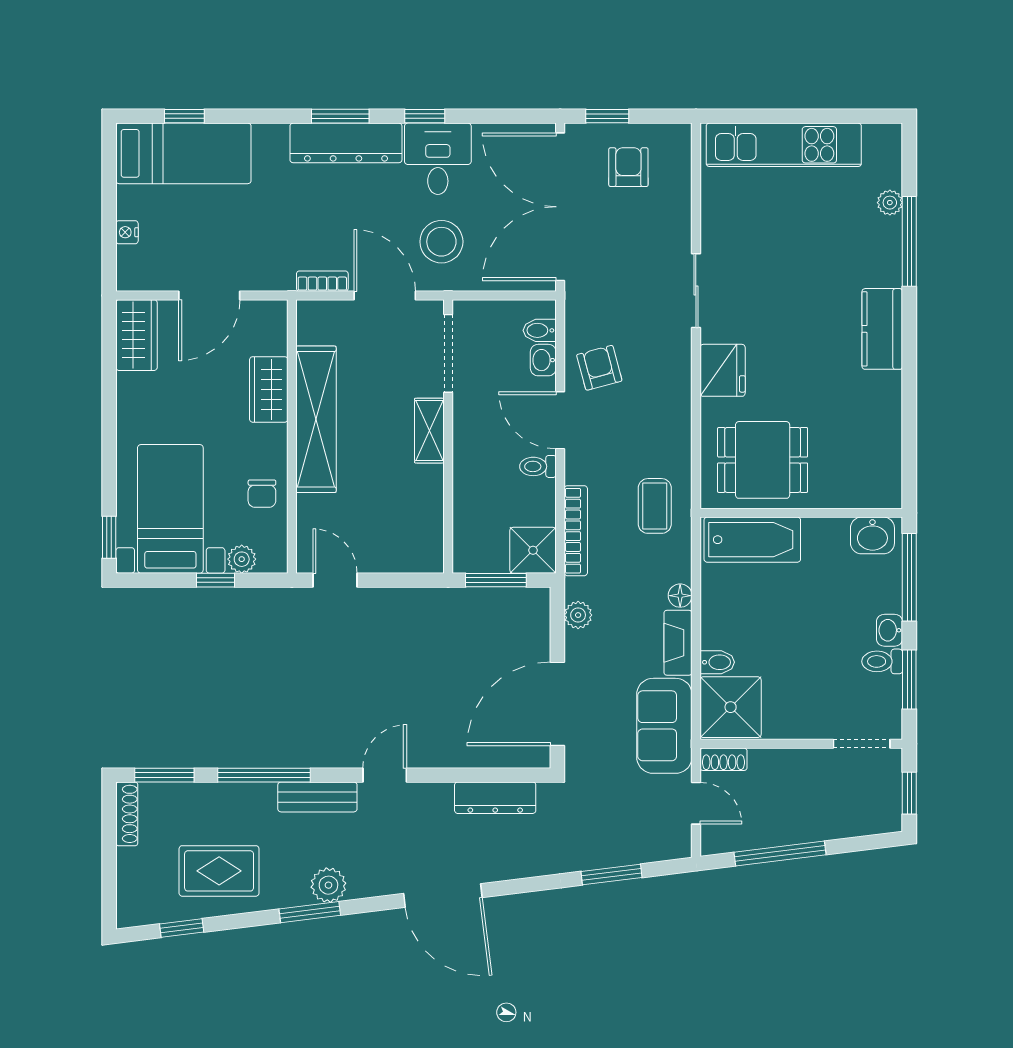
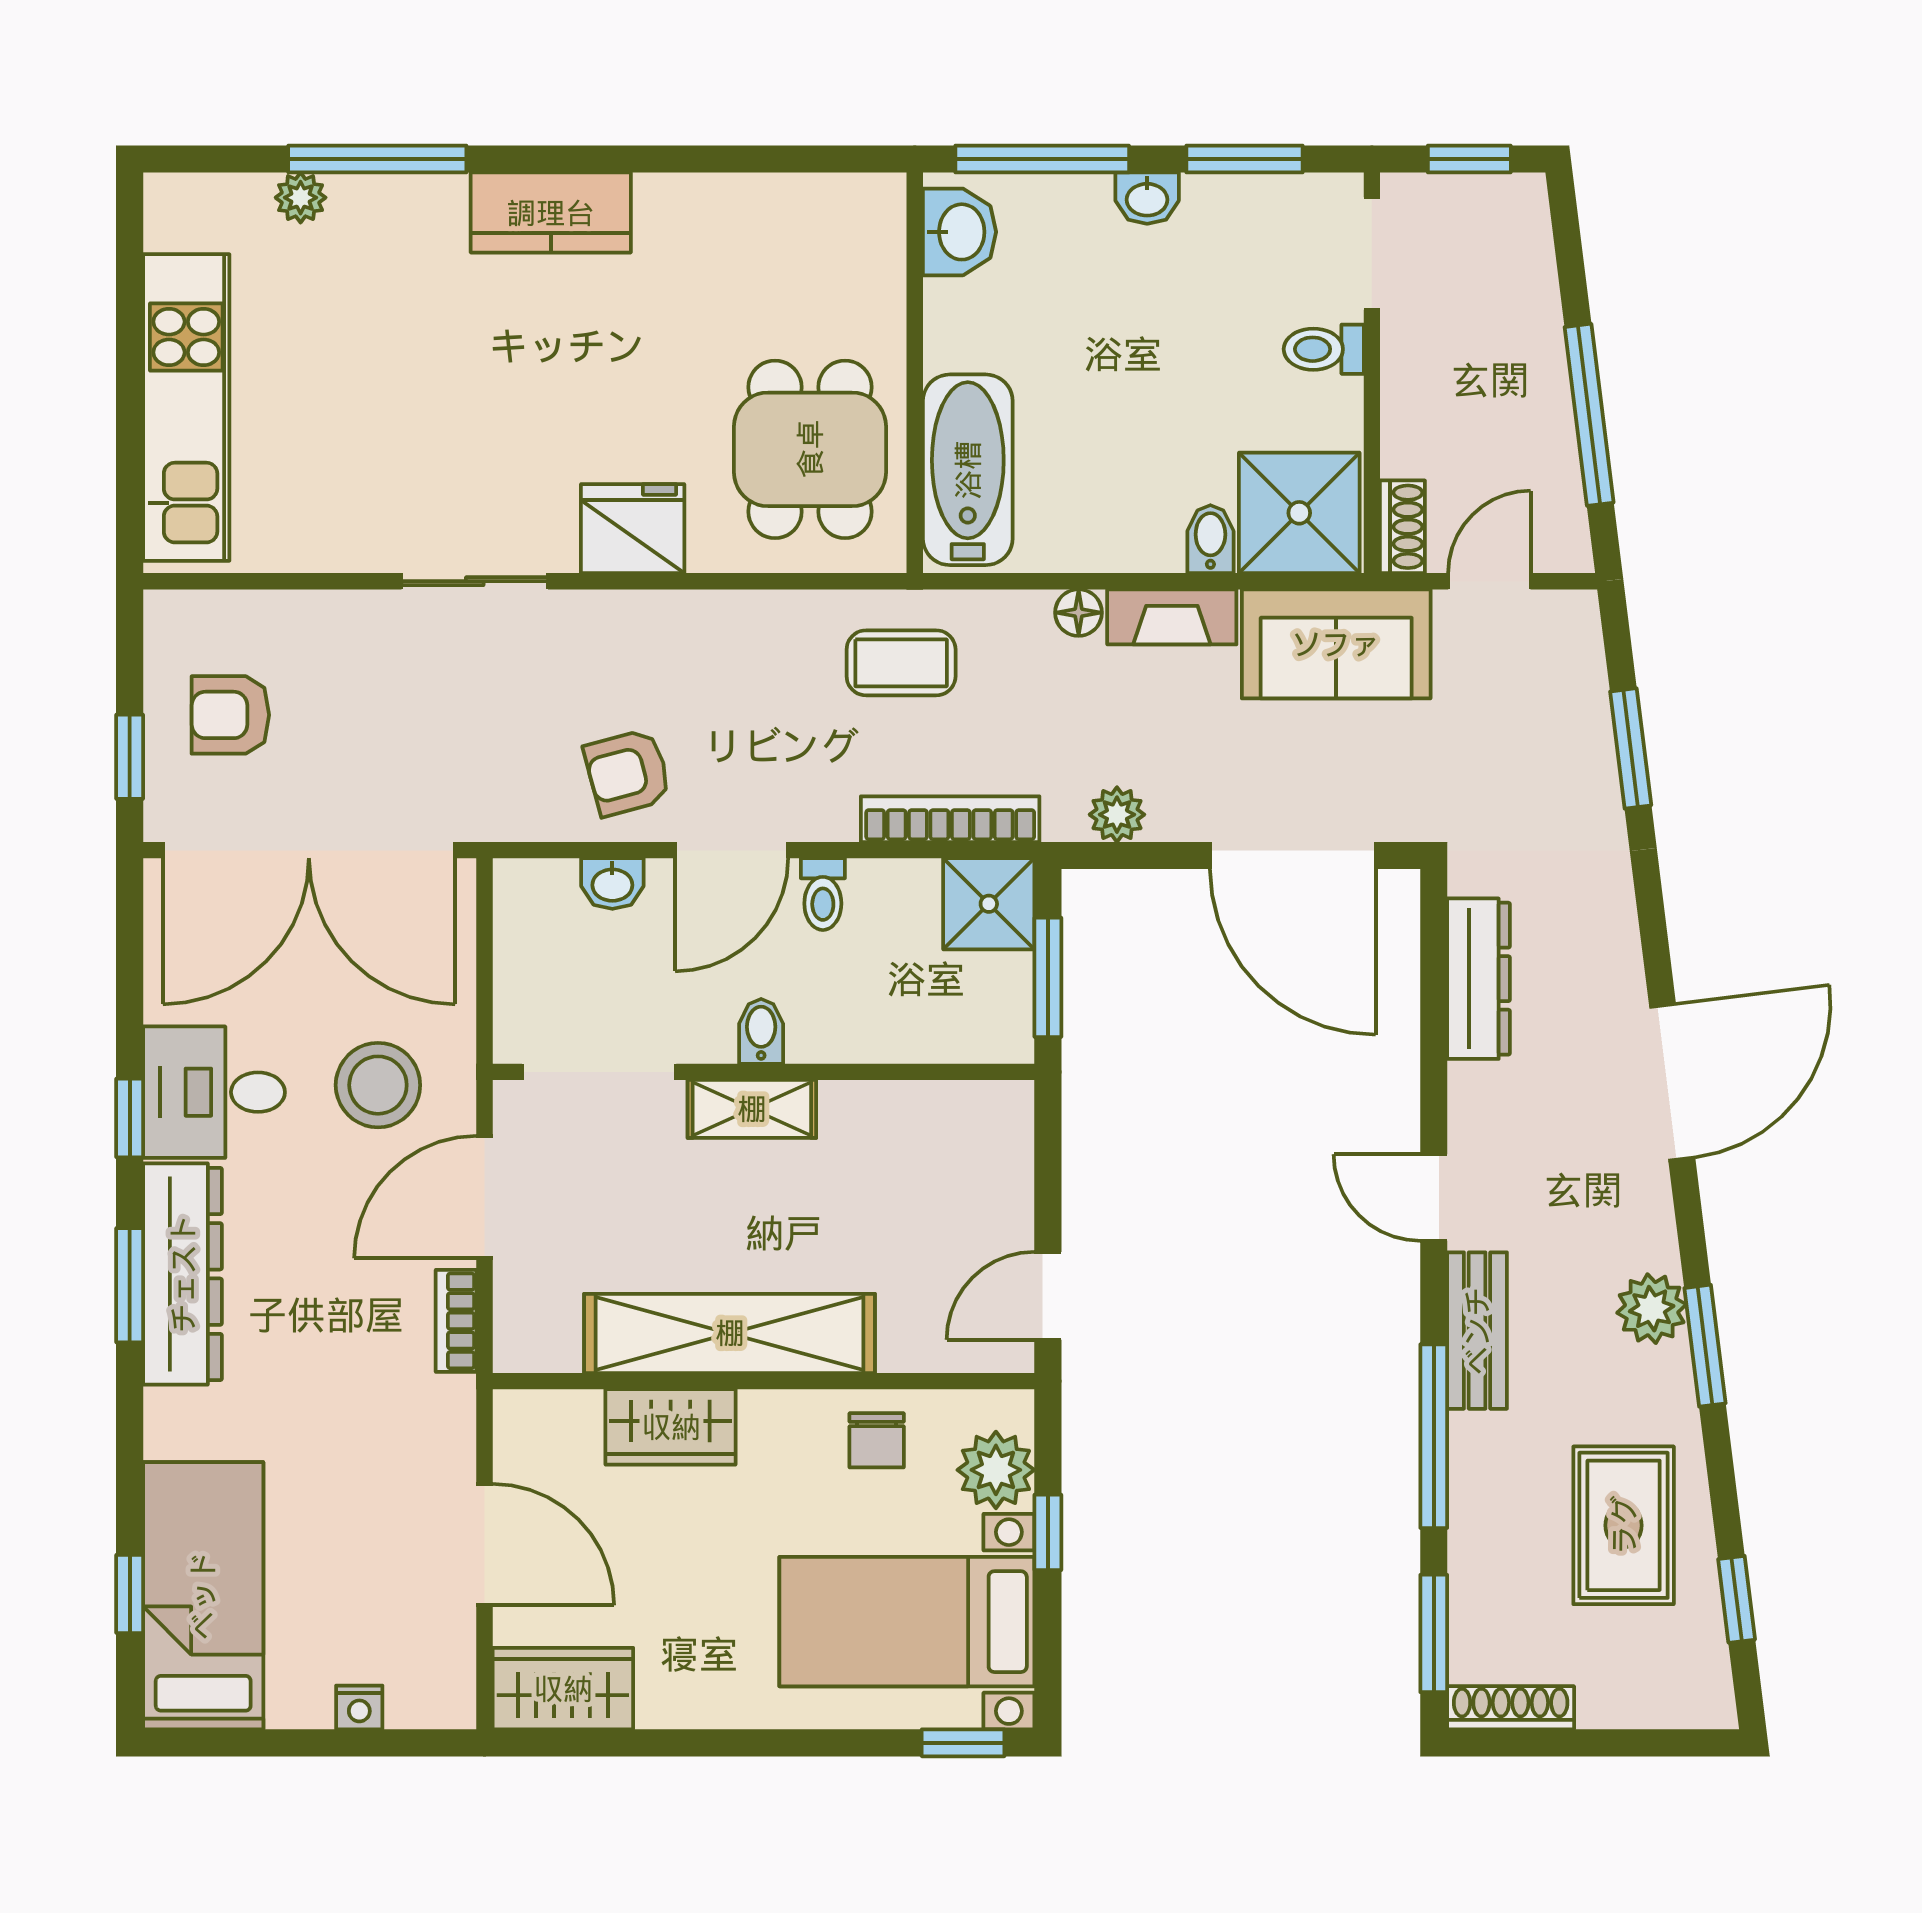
bidet: (540, 330) -> (761, 1031), moved, turned 180
chair: (262, 494) -> (877, 1440), turned 90
plant: (242, 559) -> (996, 1470), width x1.38, depth x1.38
toilet: (882, 661) -> (1324, 349), moved, turned 90

